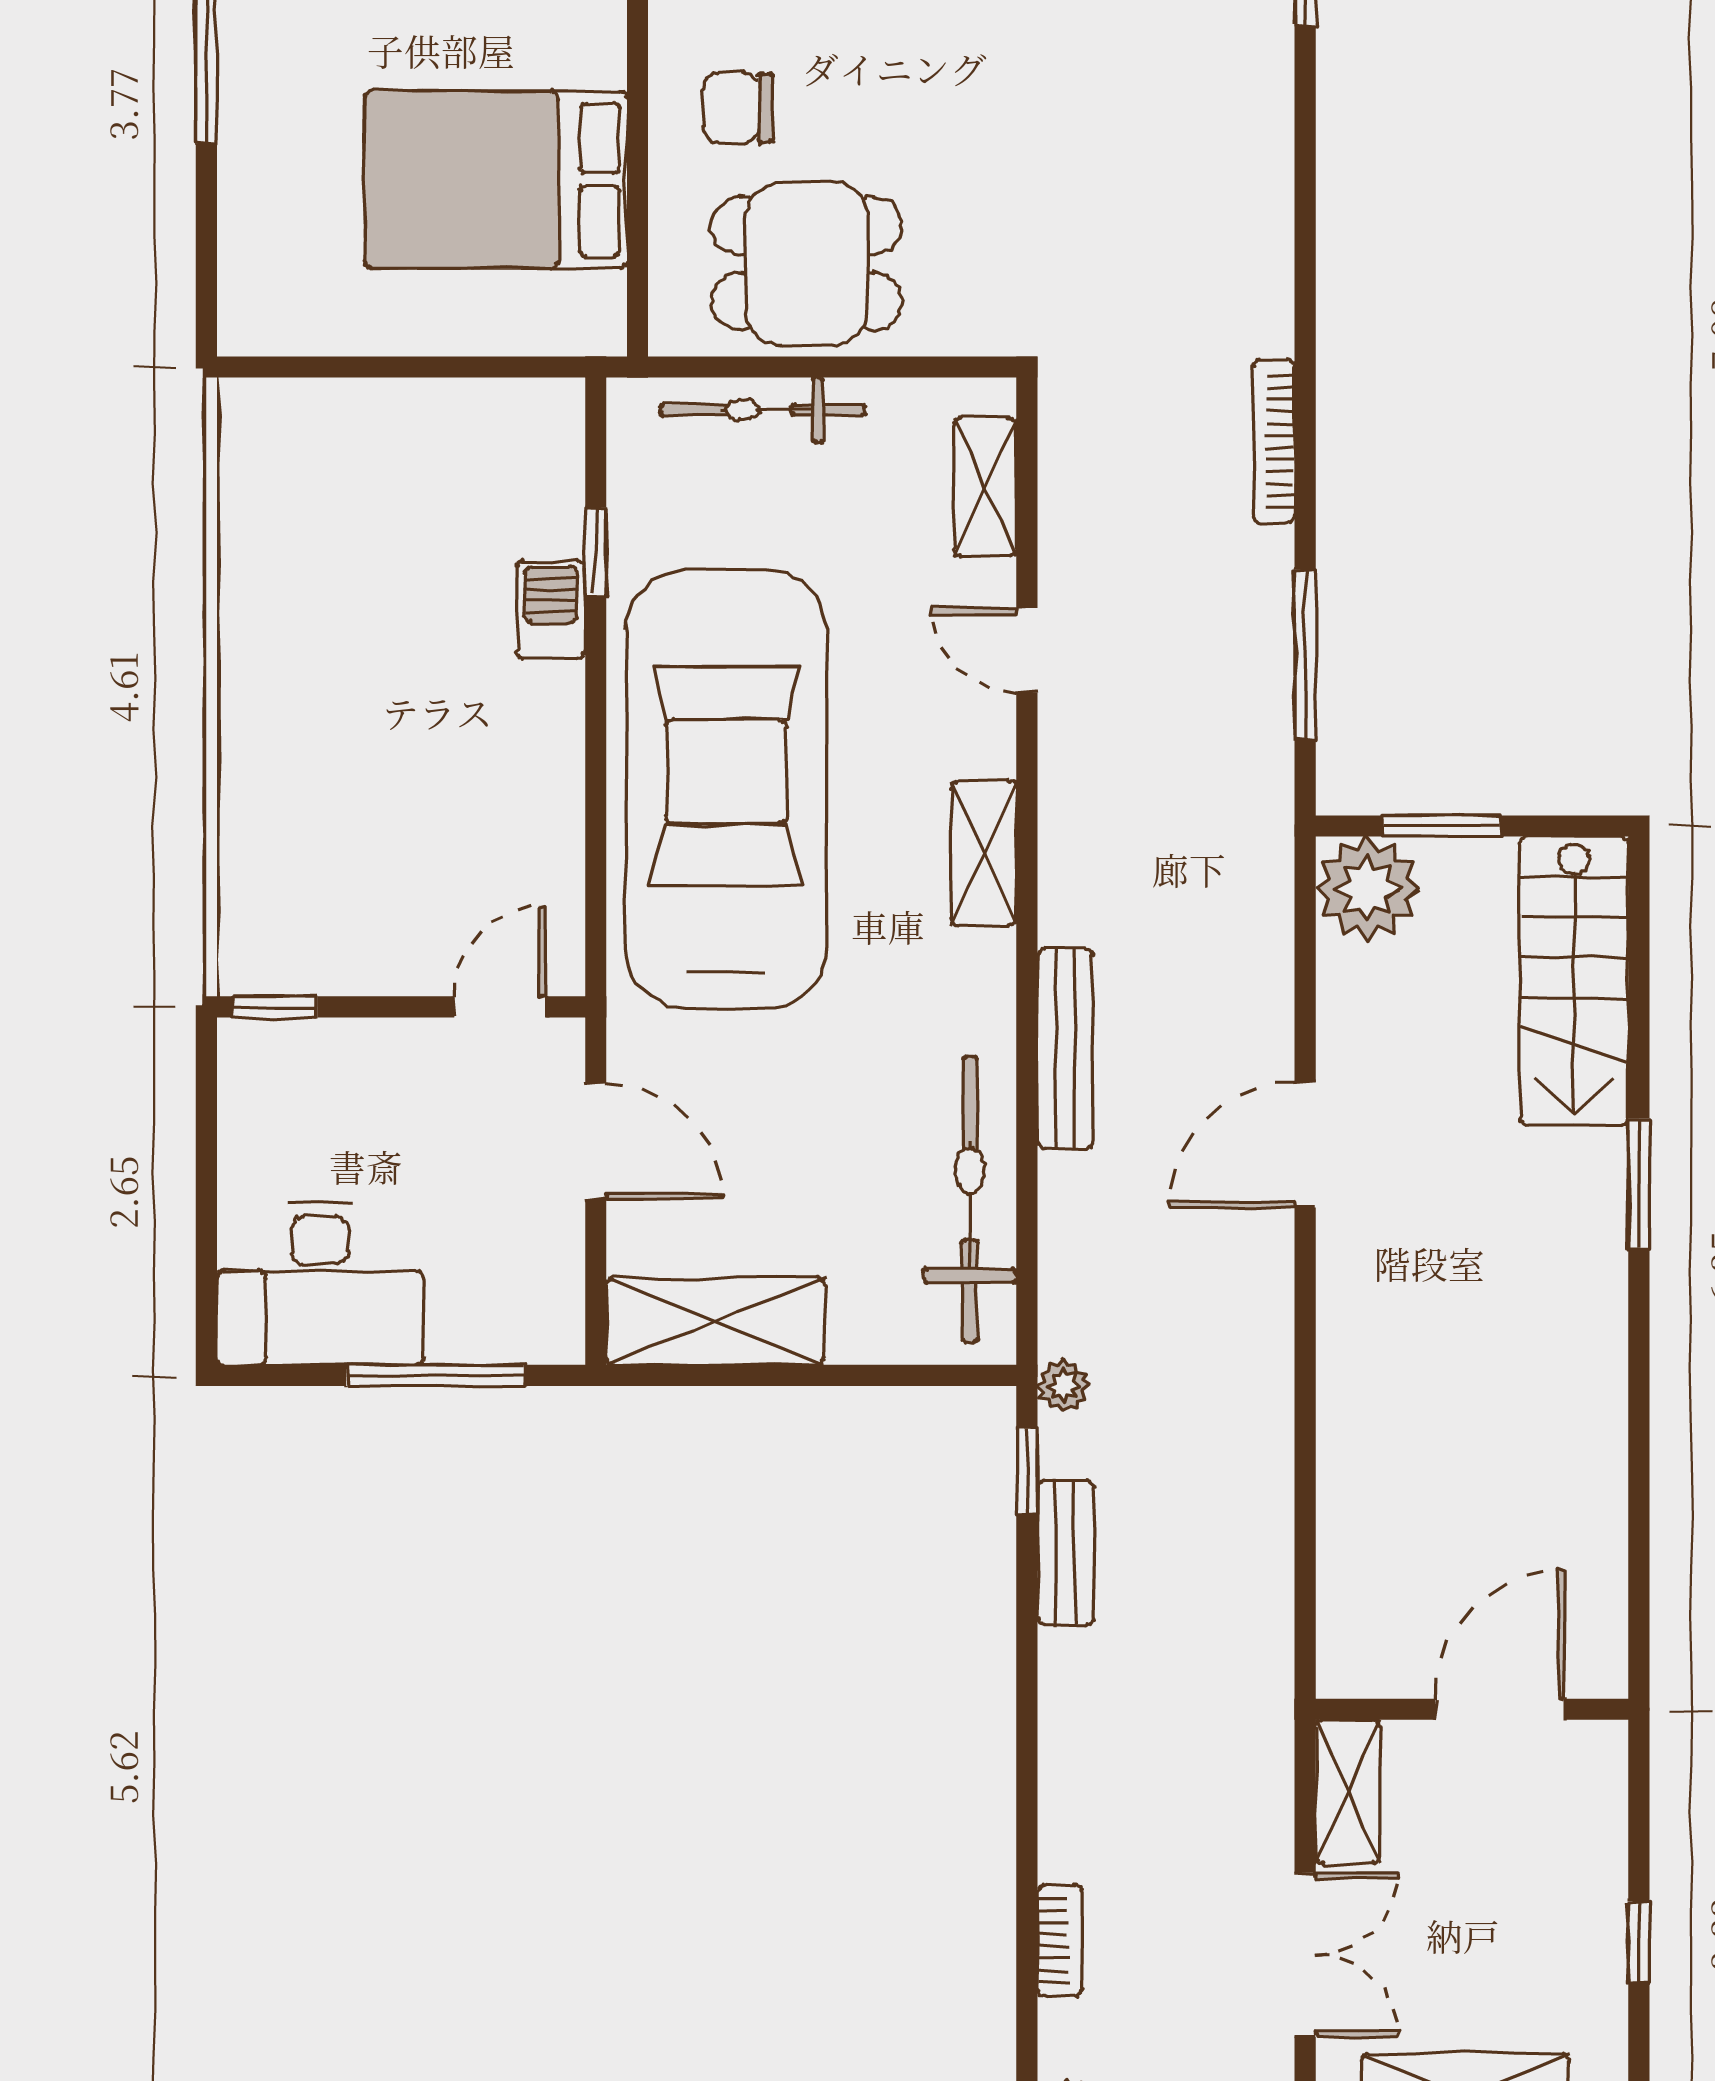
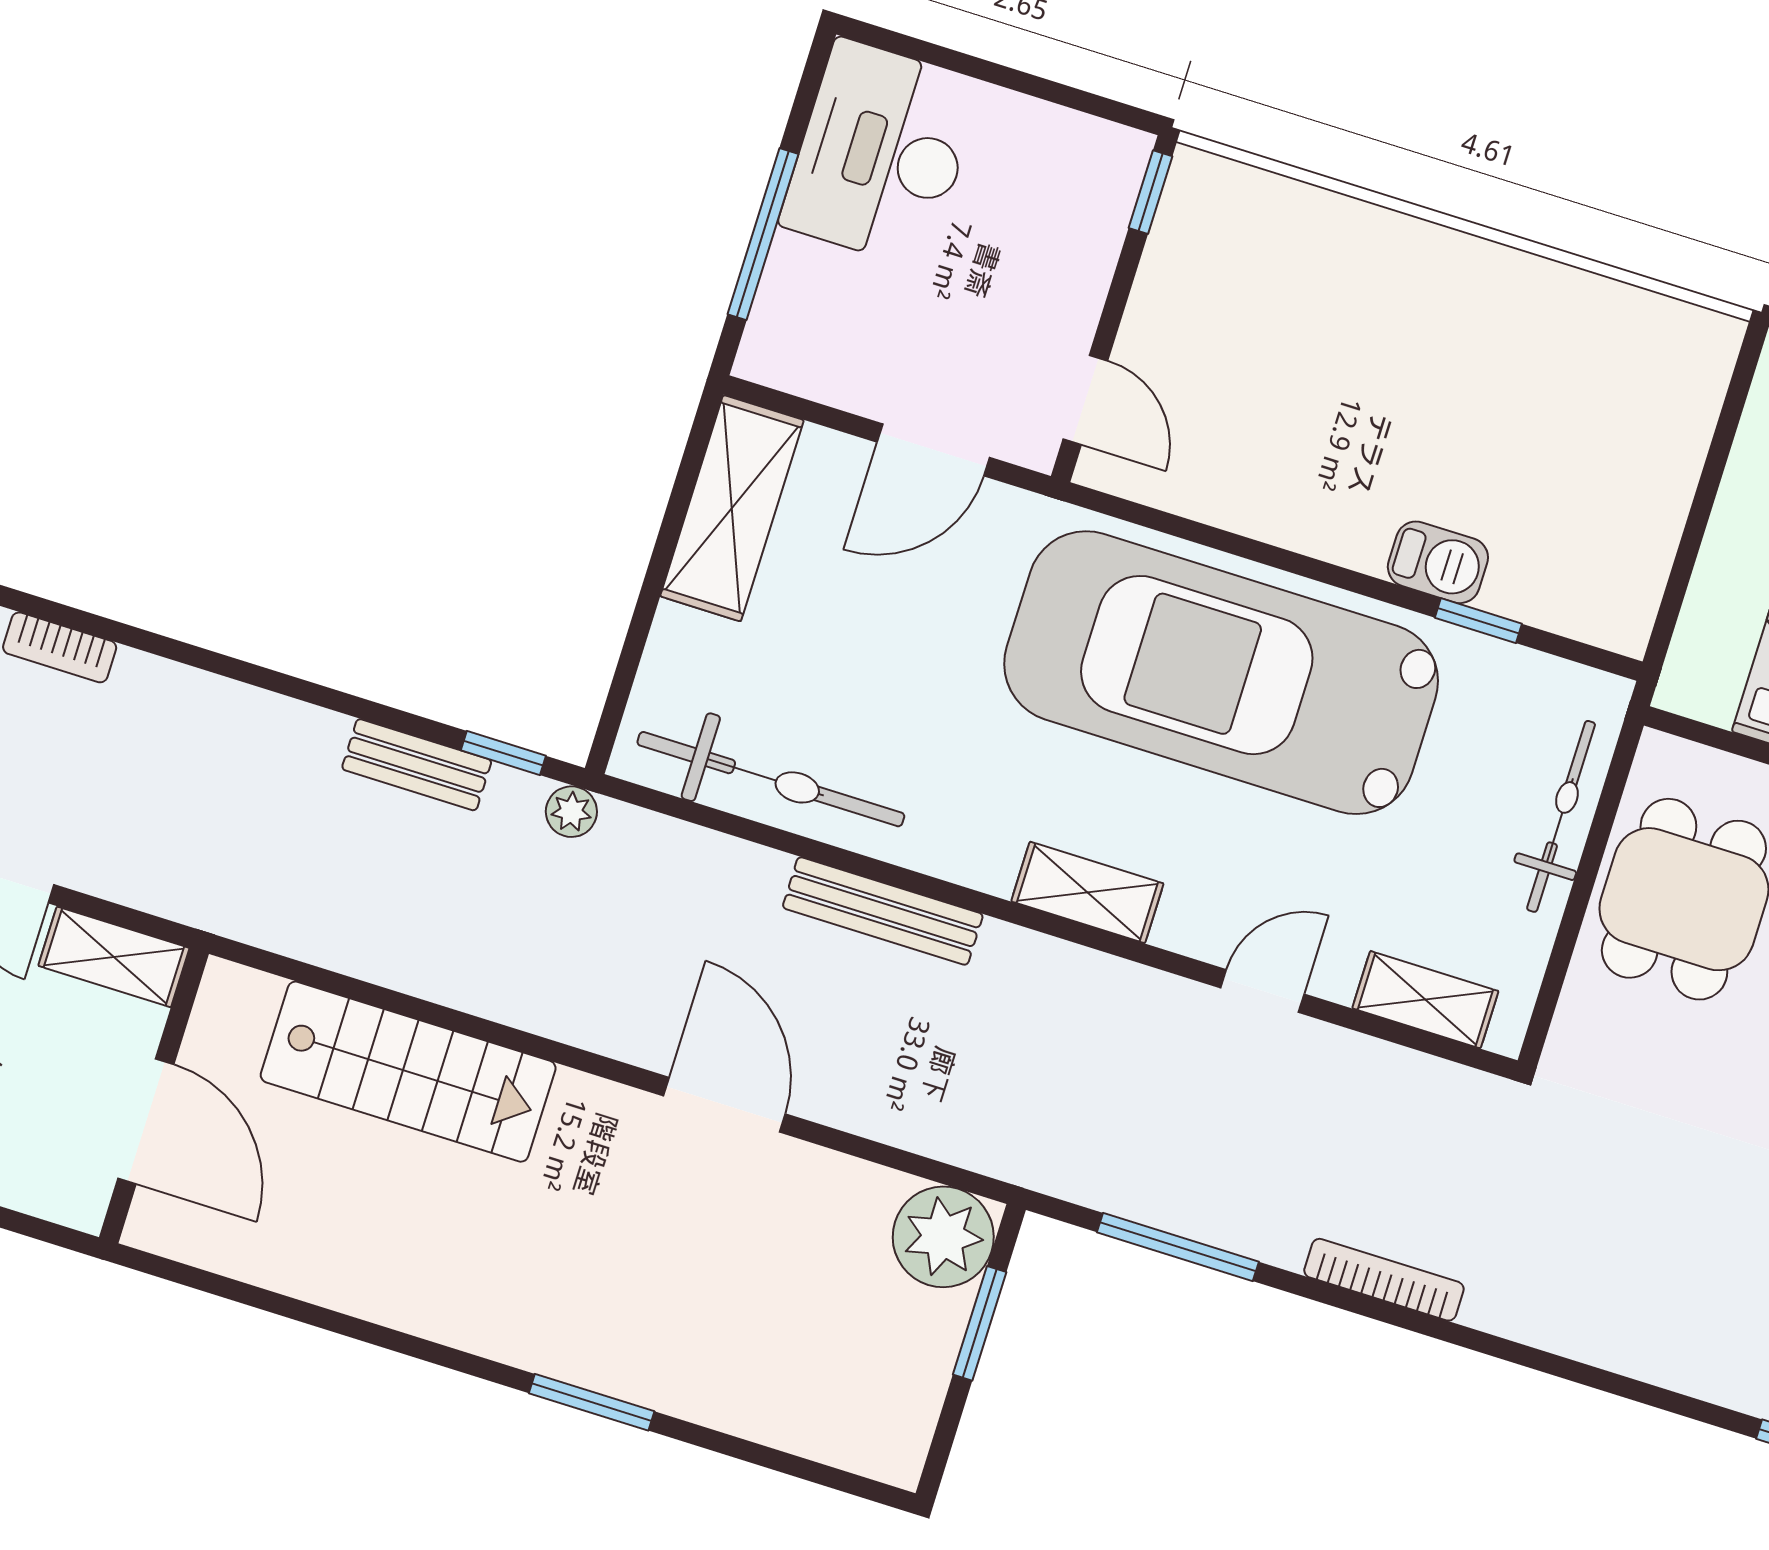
car: (726, 789) -> (1221, 673), turned 180
stairs: (1574, 981) -> (408, 1072), moved, turned 180

